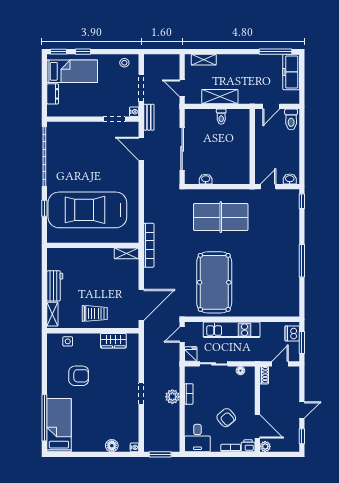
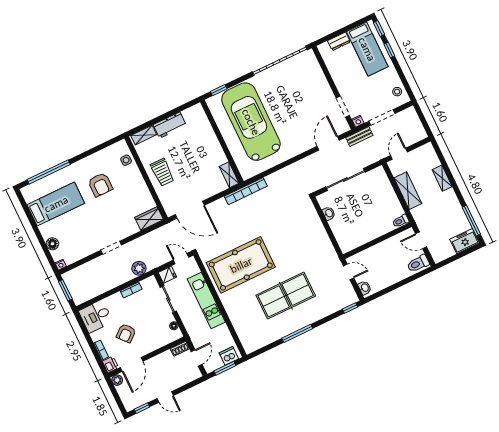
shelving: (204, 60) -> (442, 178), moved
freezer: (291, 72) -> (465, 241), width x0.71
toilet: (221, 117) -> (401, 221), moved
window: (44, 208) -> (219, 90), moved
table tennis table: (221, 217) -> (286, 296), moved, turned 90
wardrobe: (113, 341) -> (149, 219), moved, turned 90
door: (280, 364) -> (197, 358), hinge flipped
plant: (172, 397) -> (139, 268), moved
bed: (59, 425) -> (56, 204), moved

